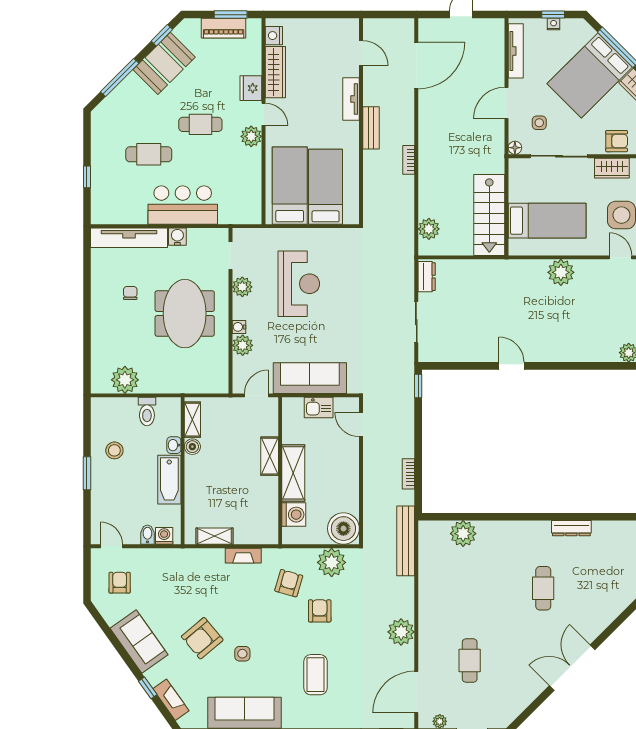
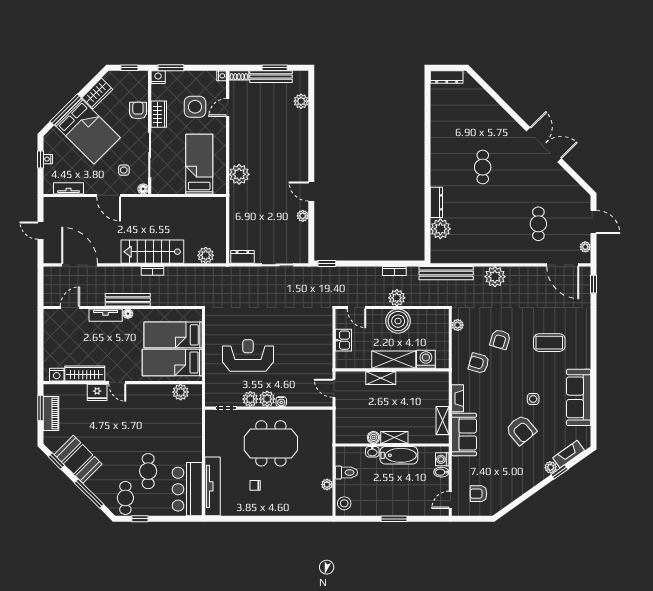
tv unit: (516, 51) -> (69, 188), width x0.71
door: (264, 114) -> (117, 383), swing flipped
cafe table: (200, 124) -> (125, 498), moved
floor lamp: (353, 128) -> (128, 314), added
bench: (371, 128) -> (128, 300), width x1.36
plant: (251, 136) -> (181, 392), moved
window: (87, 177) -> (140, 519), moved
bar counter: (183, 205) -> (187, 489), moved
stairs: (489, 215) -> (152, 252), moved, turned 180
water cooler: (177, 237) -> (212, 449), removed
plant: (561, 272) -> (239, 174), moved
plant: (243, 345) -> (267, 399), moved
plant: (480, 355) -> (303, 216), added
door: (511, 366) -> (311, 192), hinge flipped
sofa: (310, 378) -> (321, 347), removed
plant: (125, 380) -> (327, 485), width x0.53, depth x0.53
shelving: (192, 420) -> (394, 437), moved
door: (361, 425) -> (357, 307), hinge flipped
stool: (114, 450) -> (344, 503), moved
plant: (374, 477) -> (397, 298), added
dresser: (571, 528) -> (436, 202), moved
boiler: (343, 529) -> (398, 321), moved
plant: (332, 562) -> (458, 325), width x0.53, depth x0.53
cafe table: (543, 588) -> (483, 167), turned 90
armchair: (320, 611) -> (500, 339), turned -73
plant: (401, 632) -> (495, 277), moved
sofa: (139, 642) -> (464, 434), moved, turned 125
cafe table: (470, 661) -> (538, 224), turned 90
double door: (572, 668) -> (544, 145), swing flipped
plant: (154, 676) -> (551, 467), added

